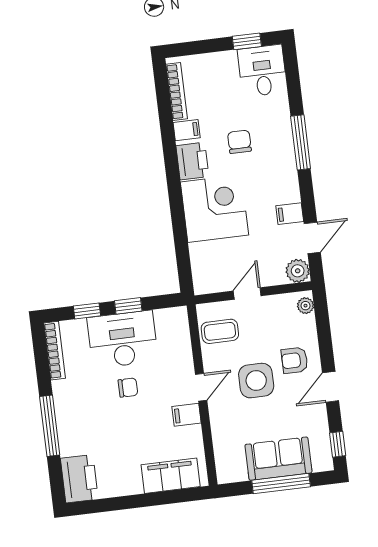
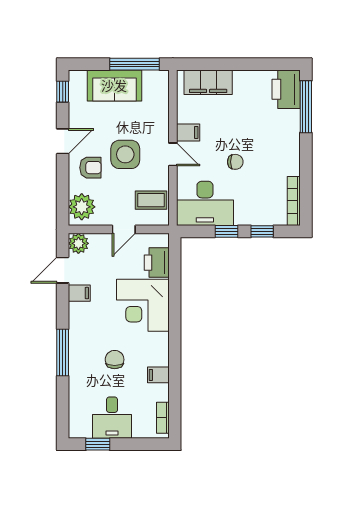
desk: (262, 71) -> (112, 418), moved
bookcase: (177, 91) -> (163, 418), width x0.64
chair: (239, 142) -> (115, 360), turned 180
printer: (192, 161) -> (157, 263), moved
plant: (306, 306) -> (82, 207), width x1.87, depth x1.87
desk: (123, 339) -> (205, 203), moved
door: (201, 387) -> (173, 154), swing flipped
chair: (128, 388) -> (235, 162), turned 180
window: (50, 426) -> (306, 107), moved
window: (281, 483) -> (135, 64), moved

